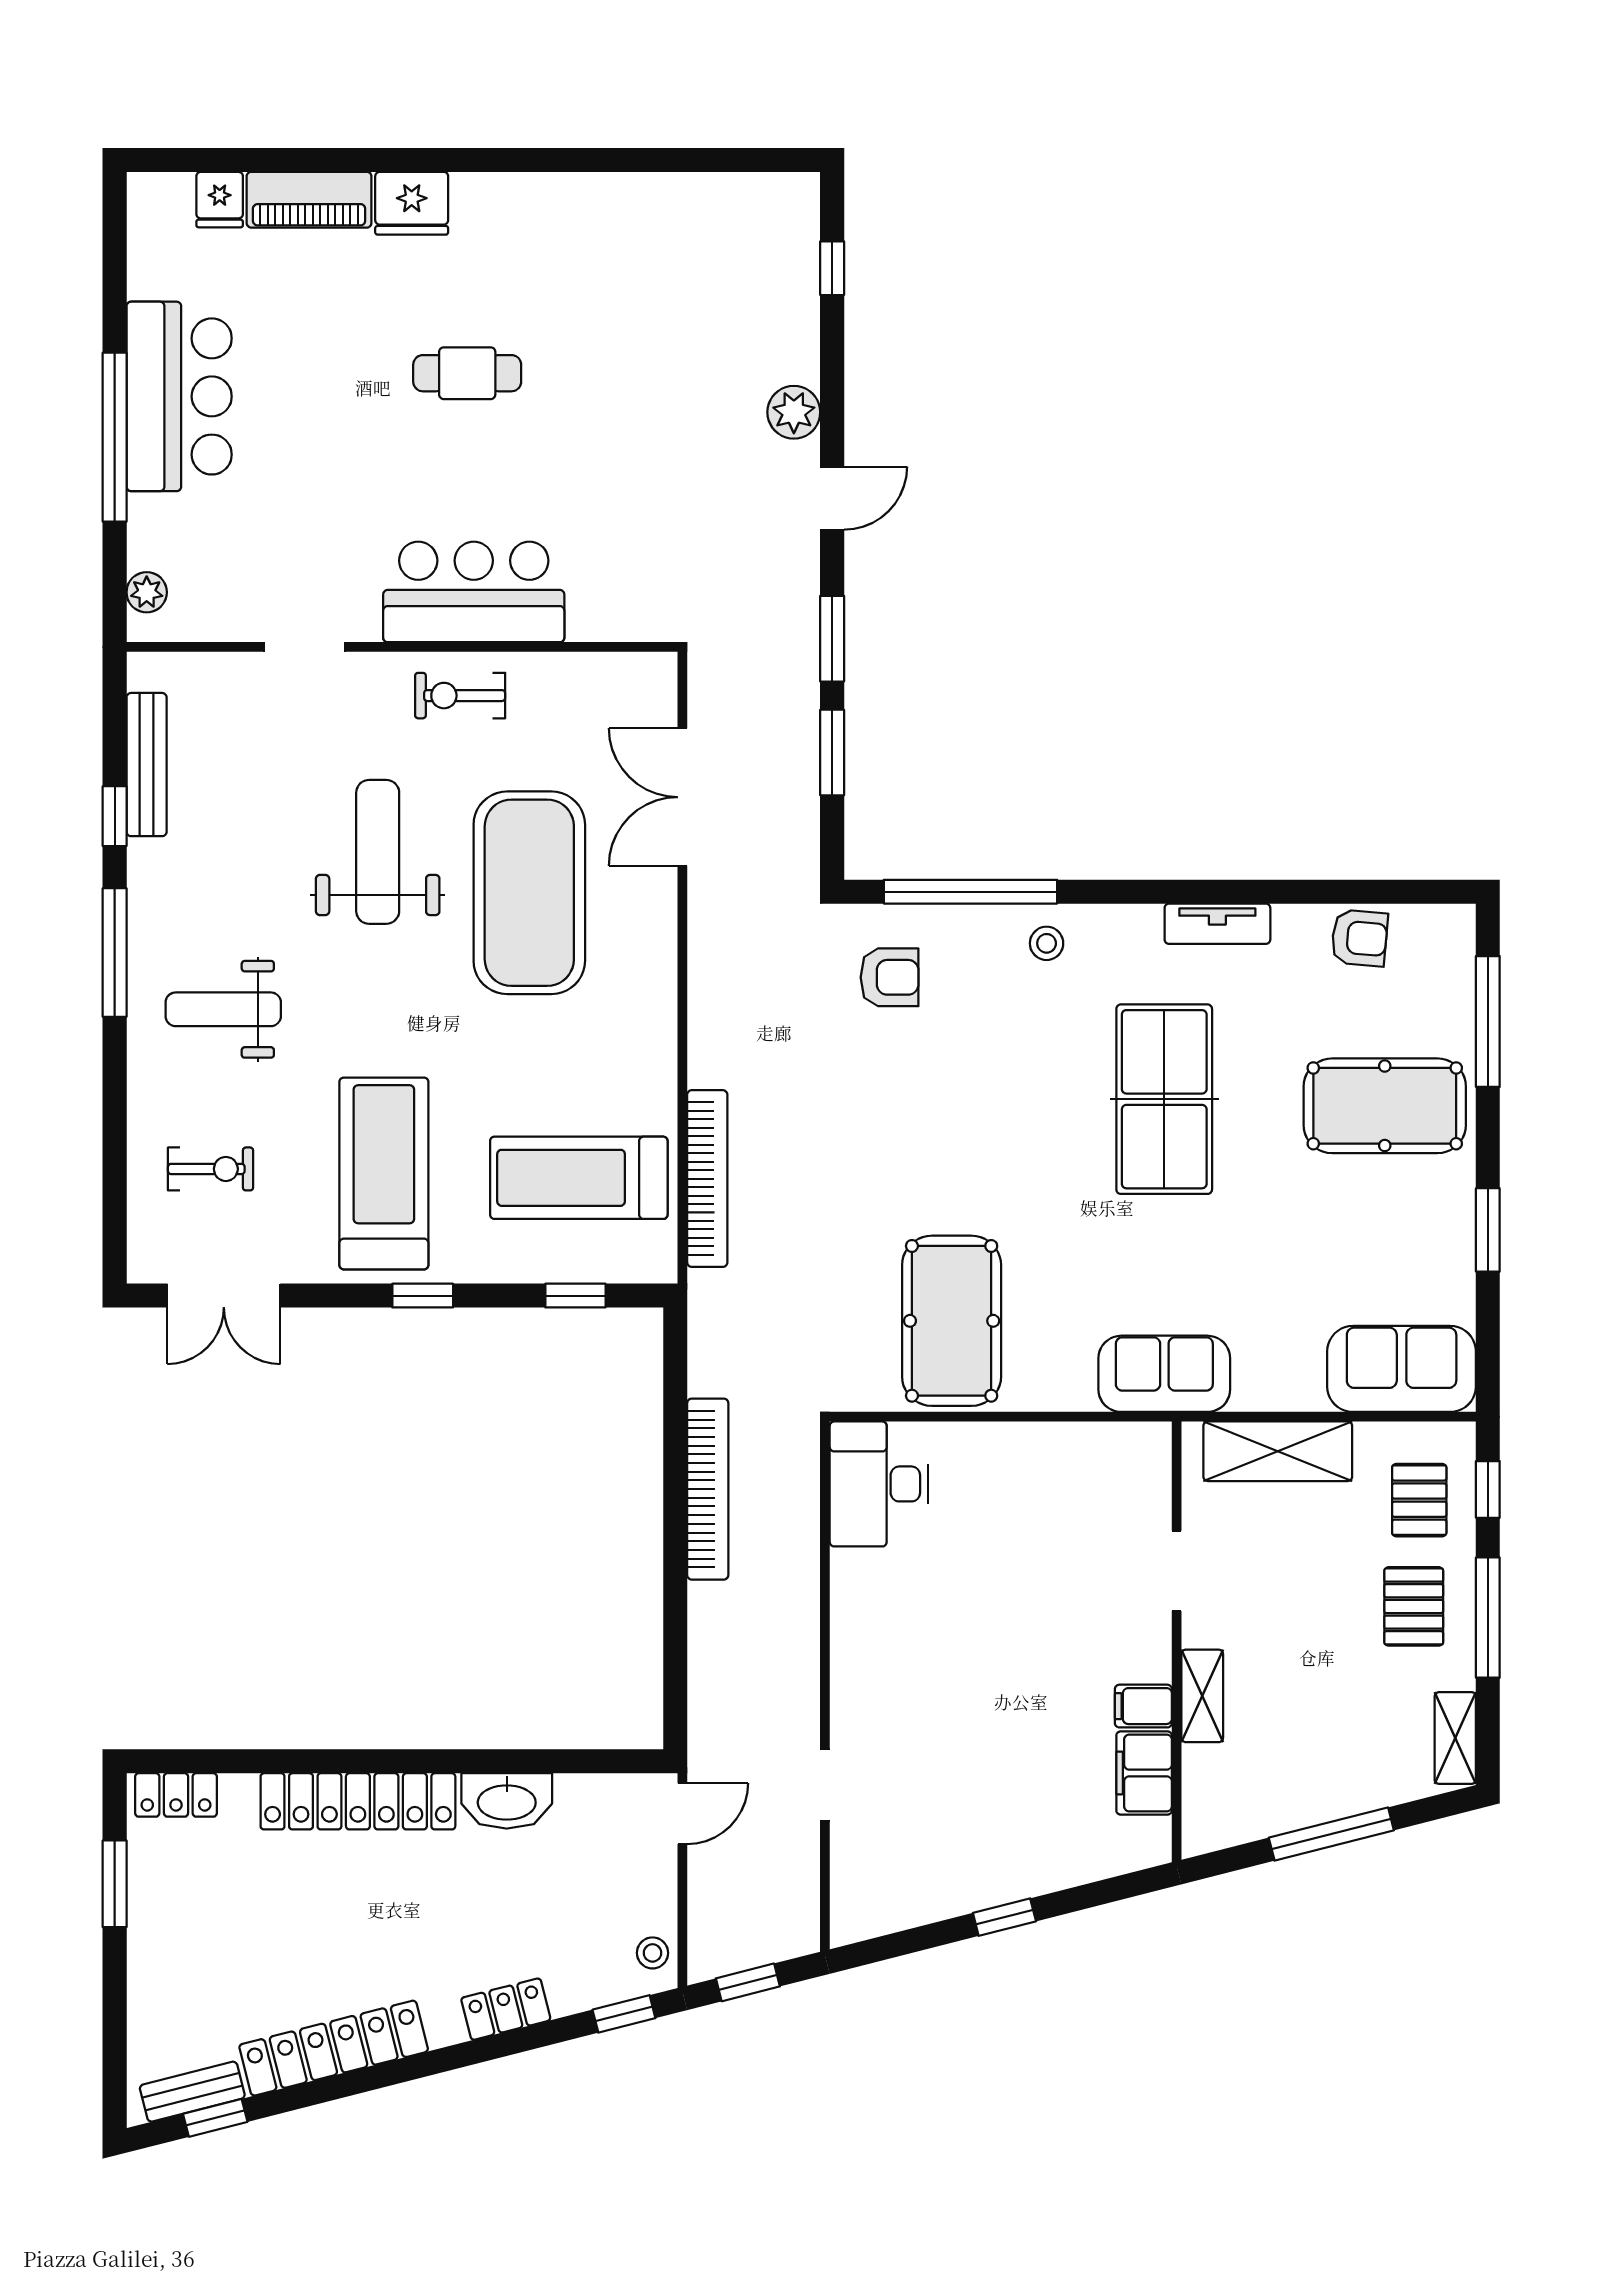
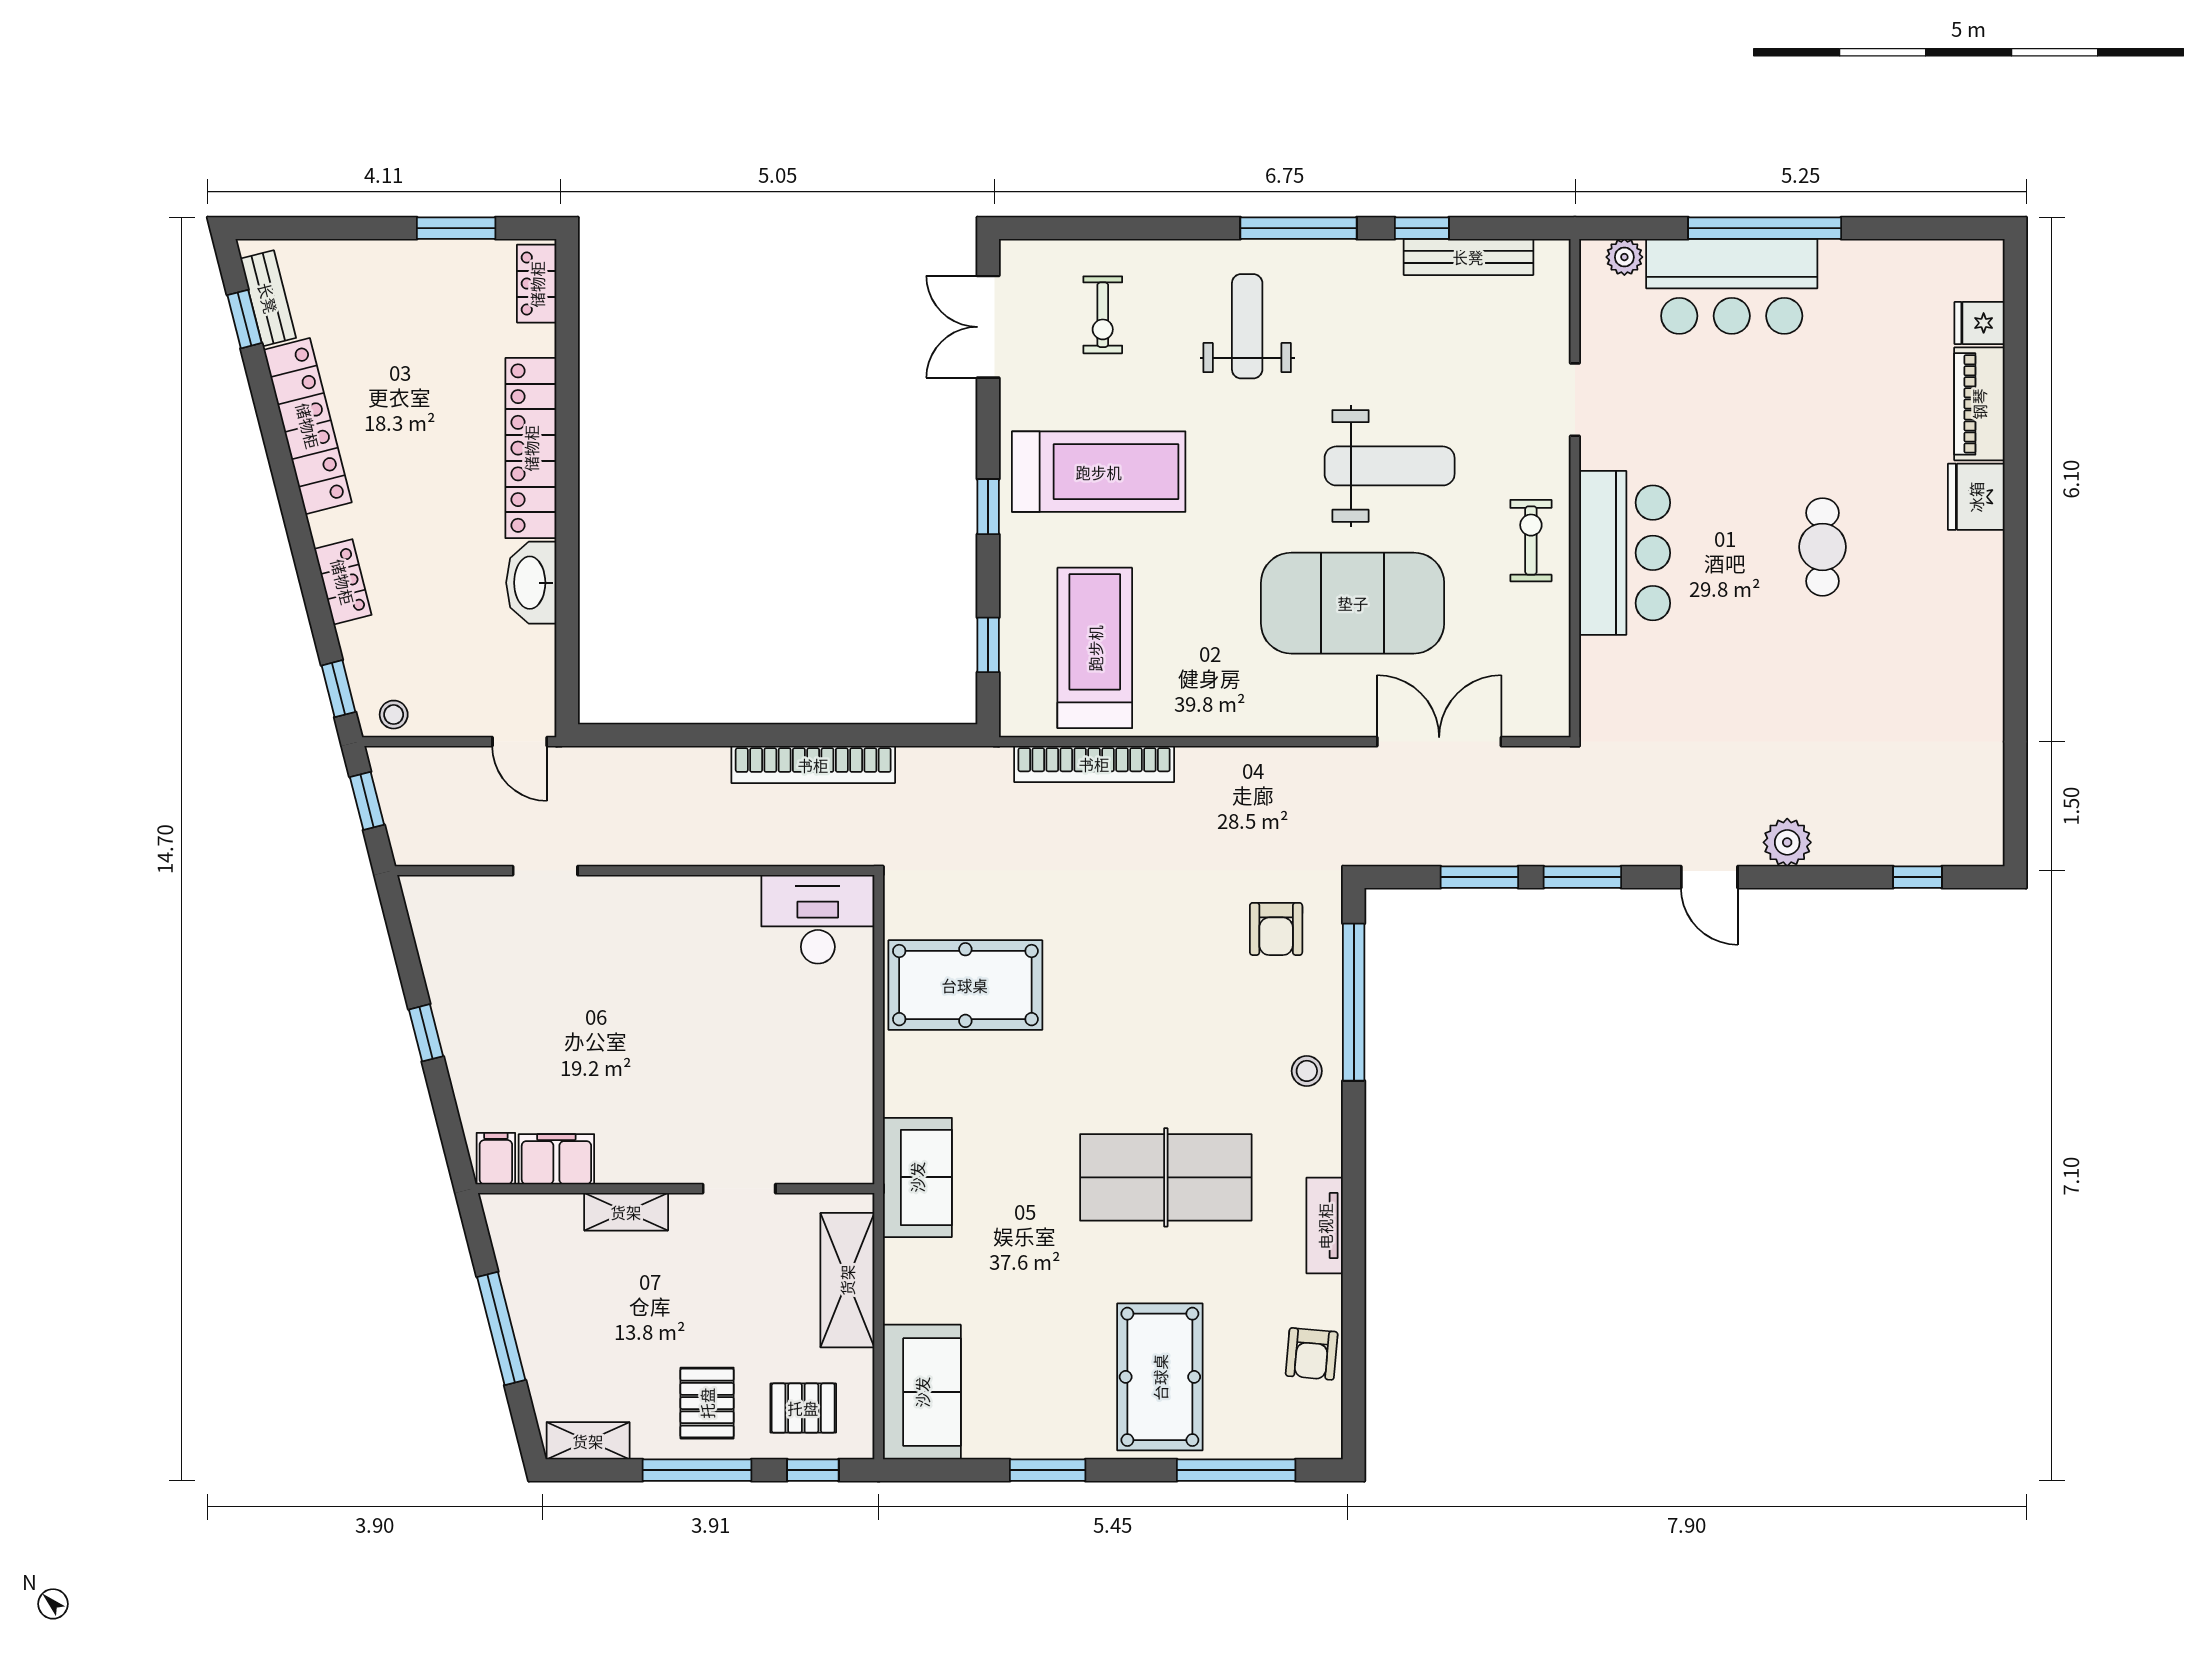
bar counter: (179, 396) -> (1732, 286), moved
pallet: (1414, 1606) -> (707, 1403), turned 90
filing cabinet: (1143, 1706) -> (496, 1159), moved

